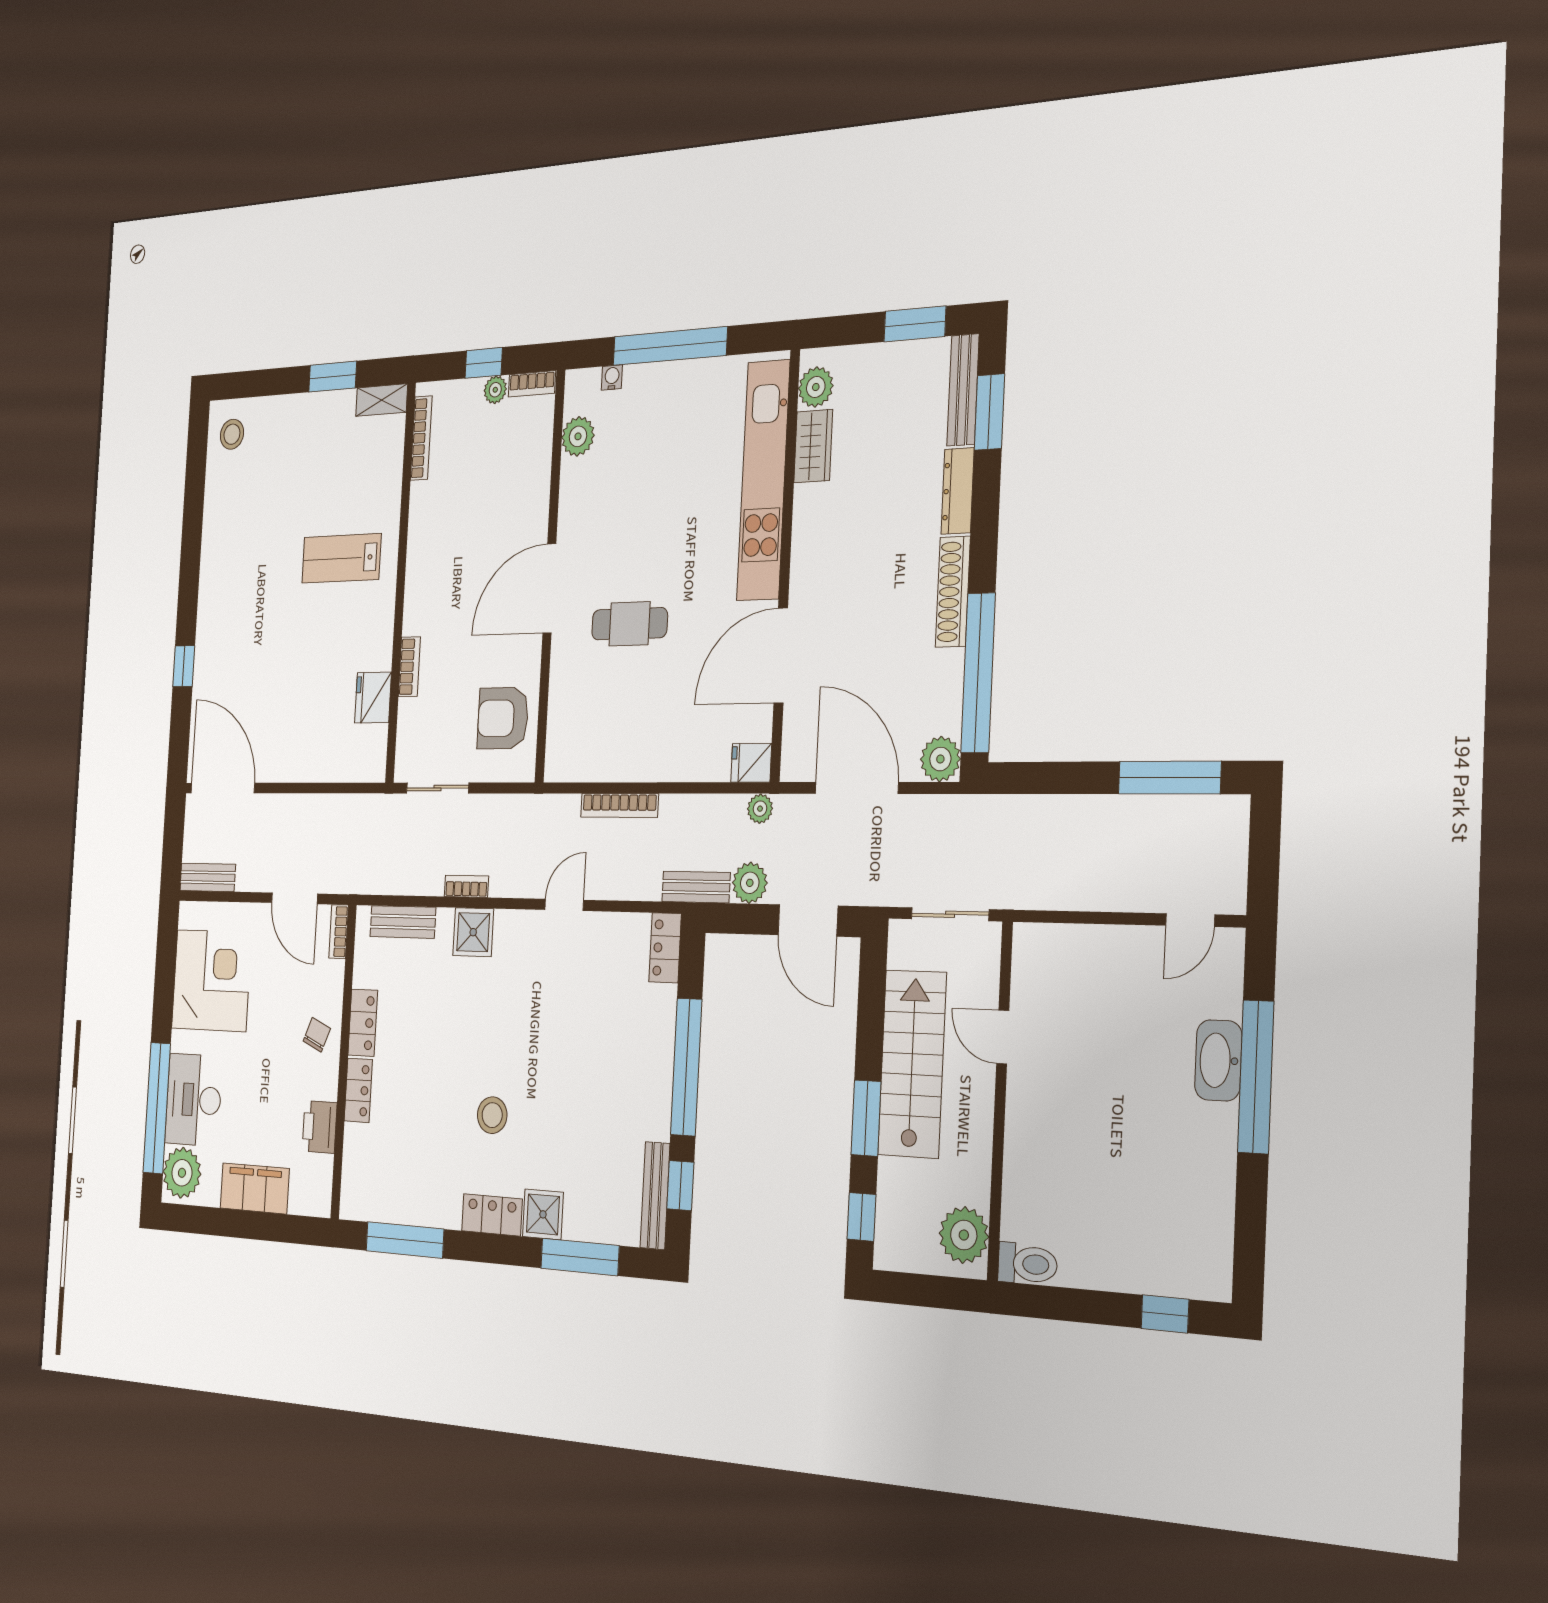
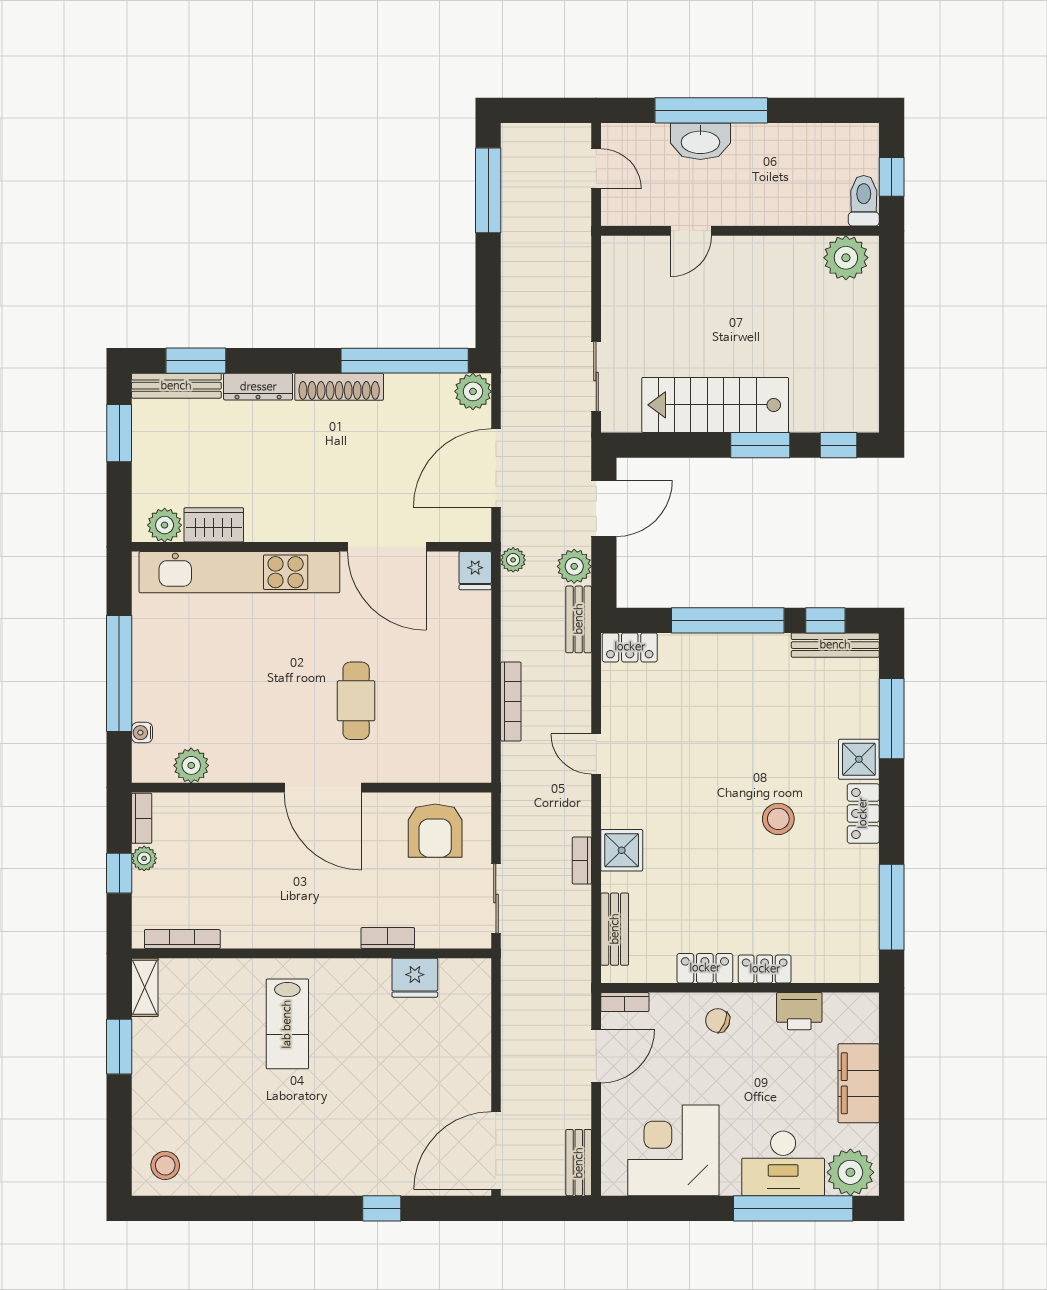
door: (1003, 1037) -> (691, 231), moved
wall: (1000, 1101) -> (740, 231), moved
plant: (964, 1235) -> (846, 258), moved
toilet: (1027, 1264) -> (864, 201), moved

